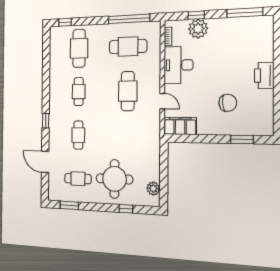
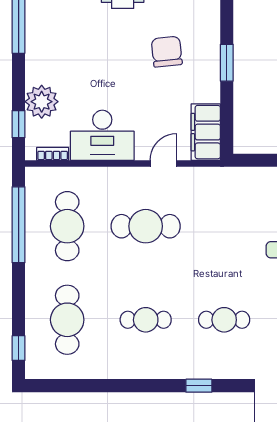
window: (196, 15) -> (19, 124), moved
cafe table: (79, 48) -> (67, 320), turned 90
window: (242, 139) -> (227, 63), moved

